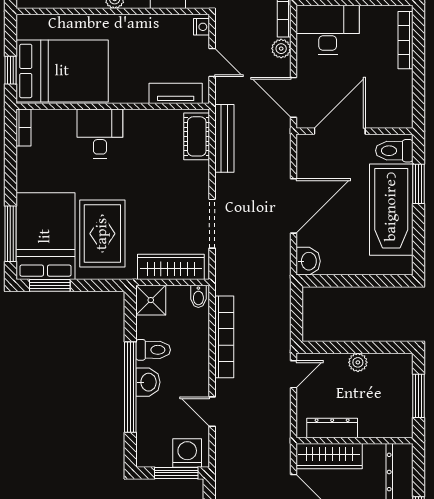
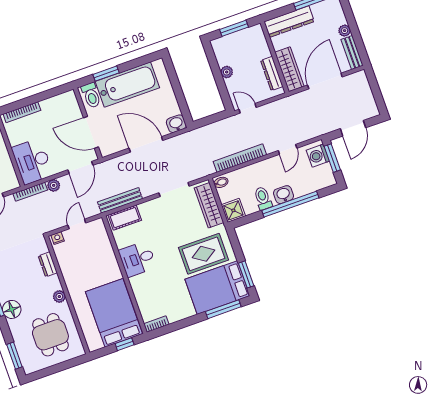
tv unit: (176, 93) -> (103, 240), removed
desk: (100, 134) -> (137, 259), moved

